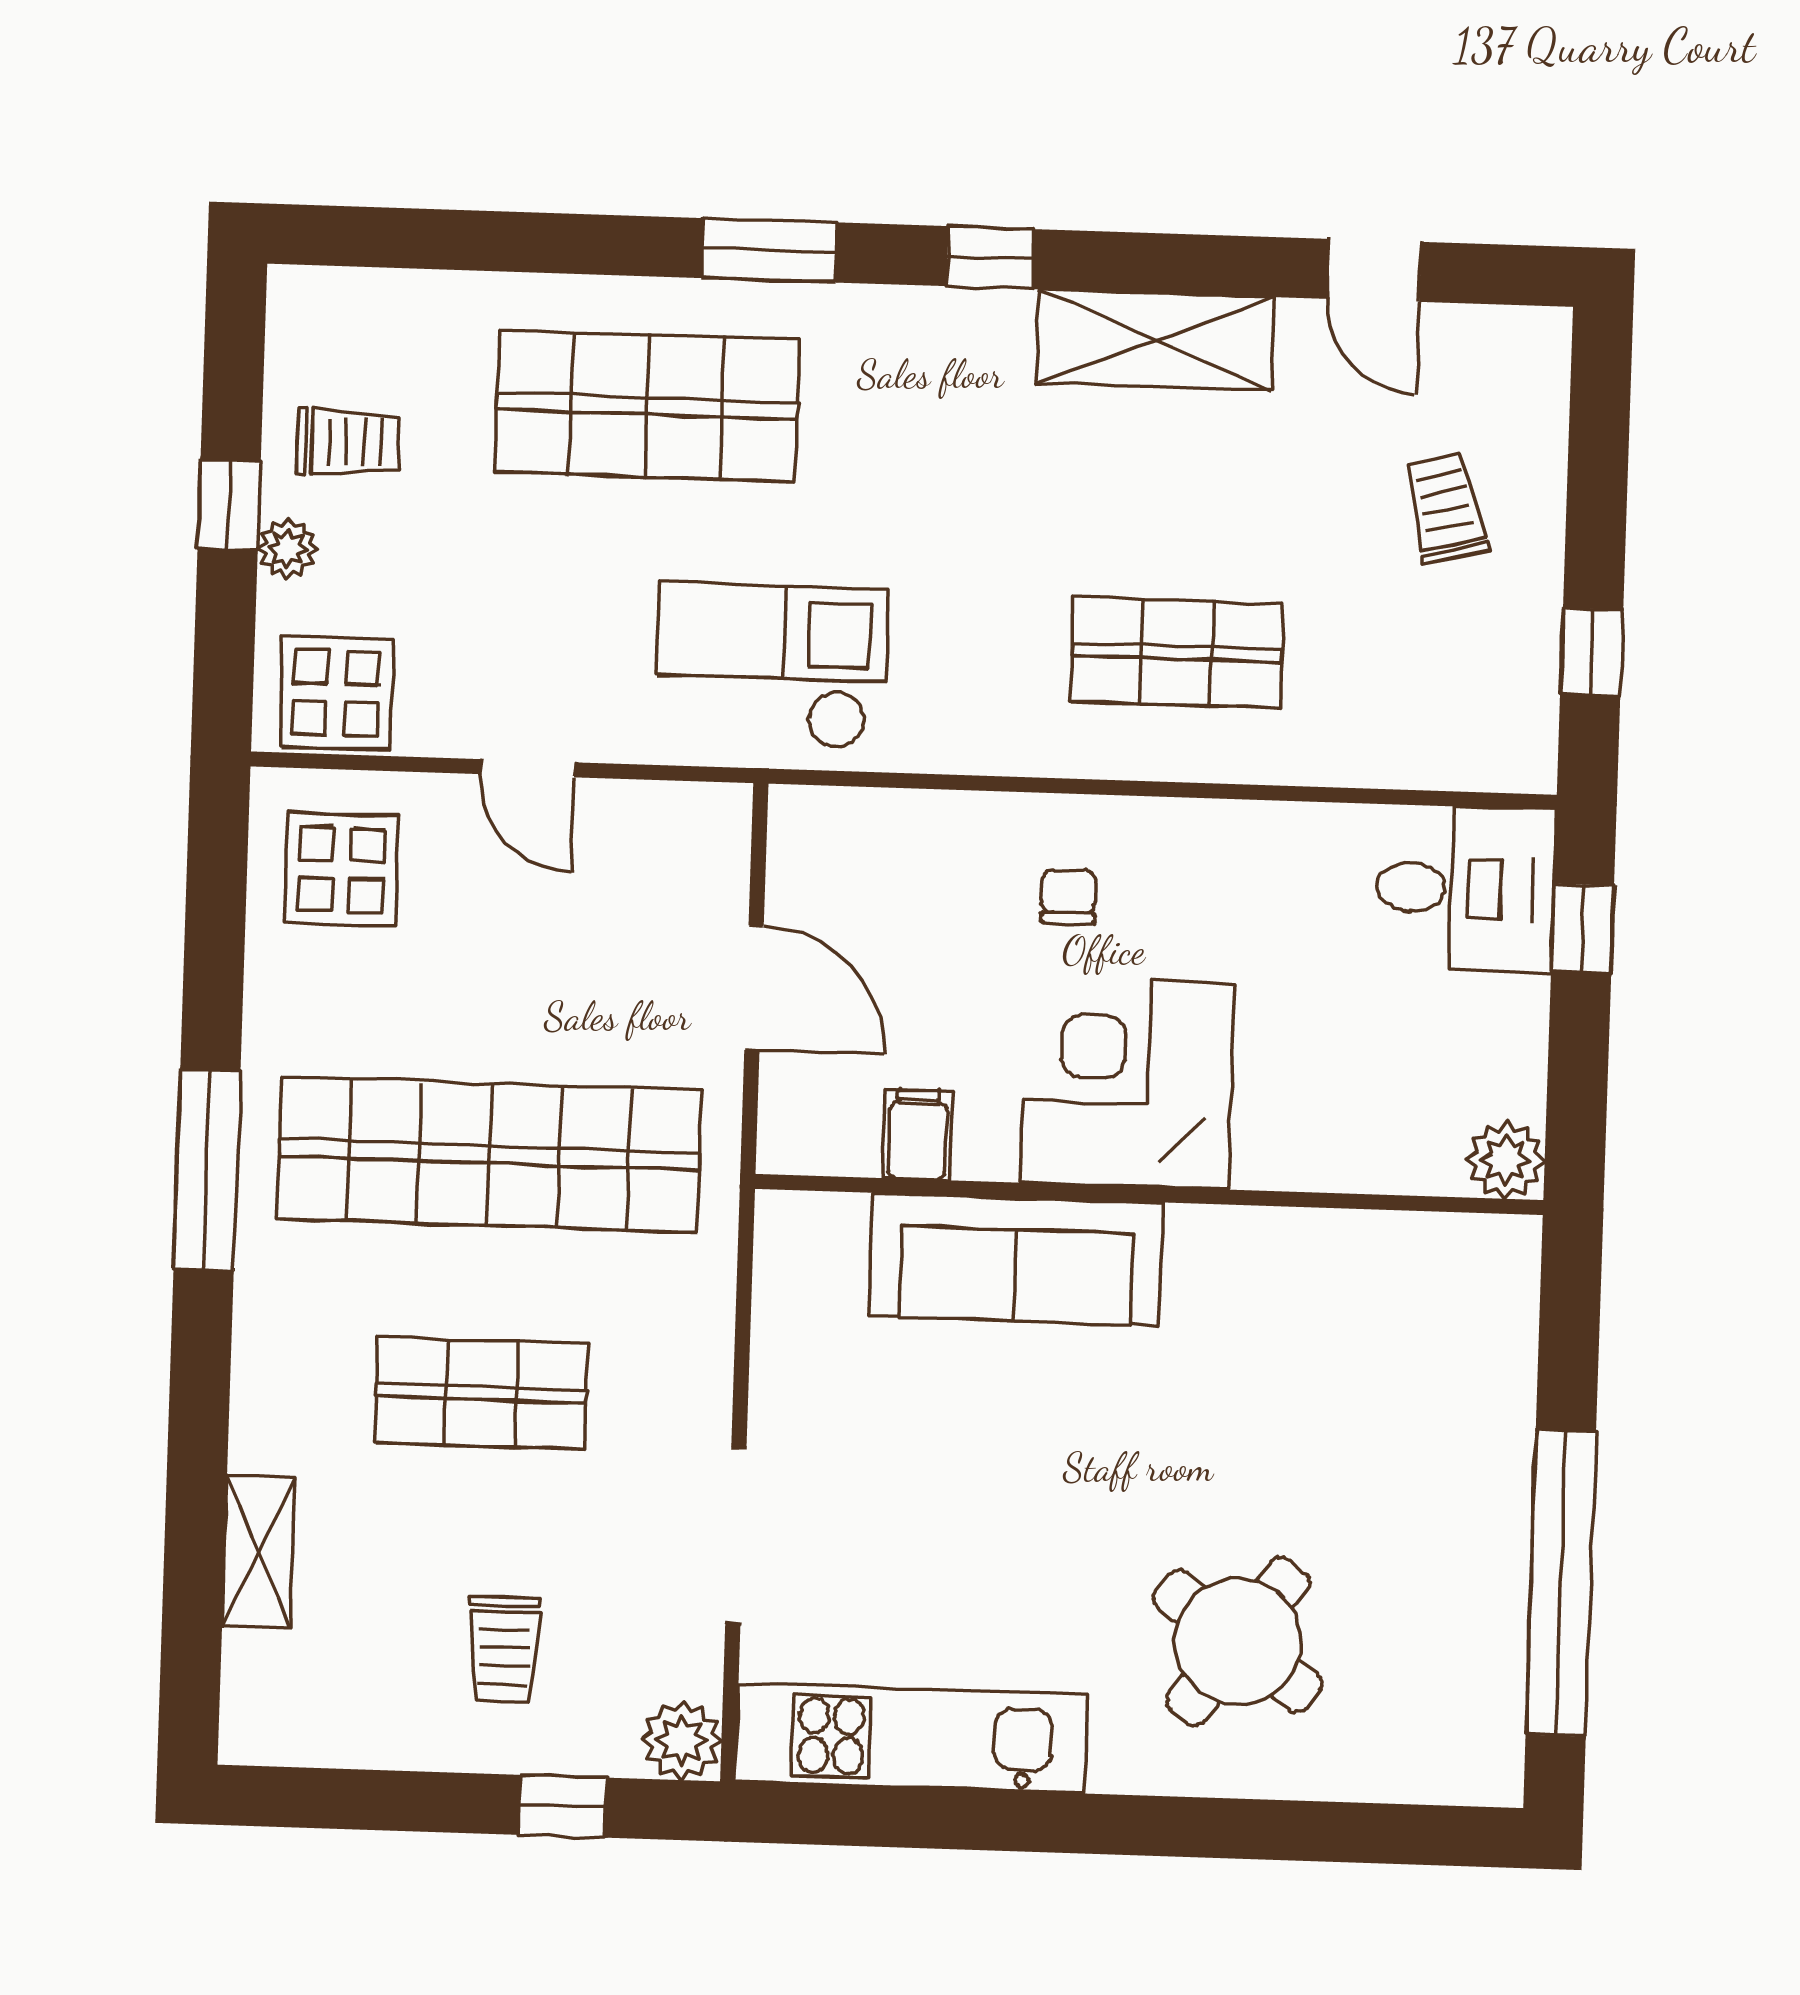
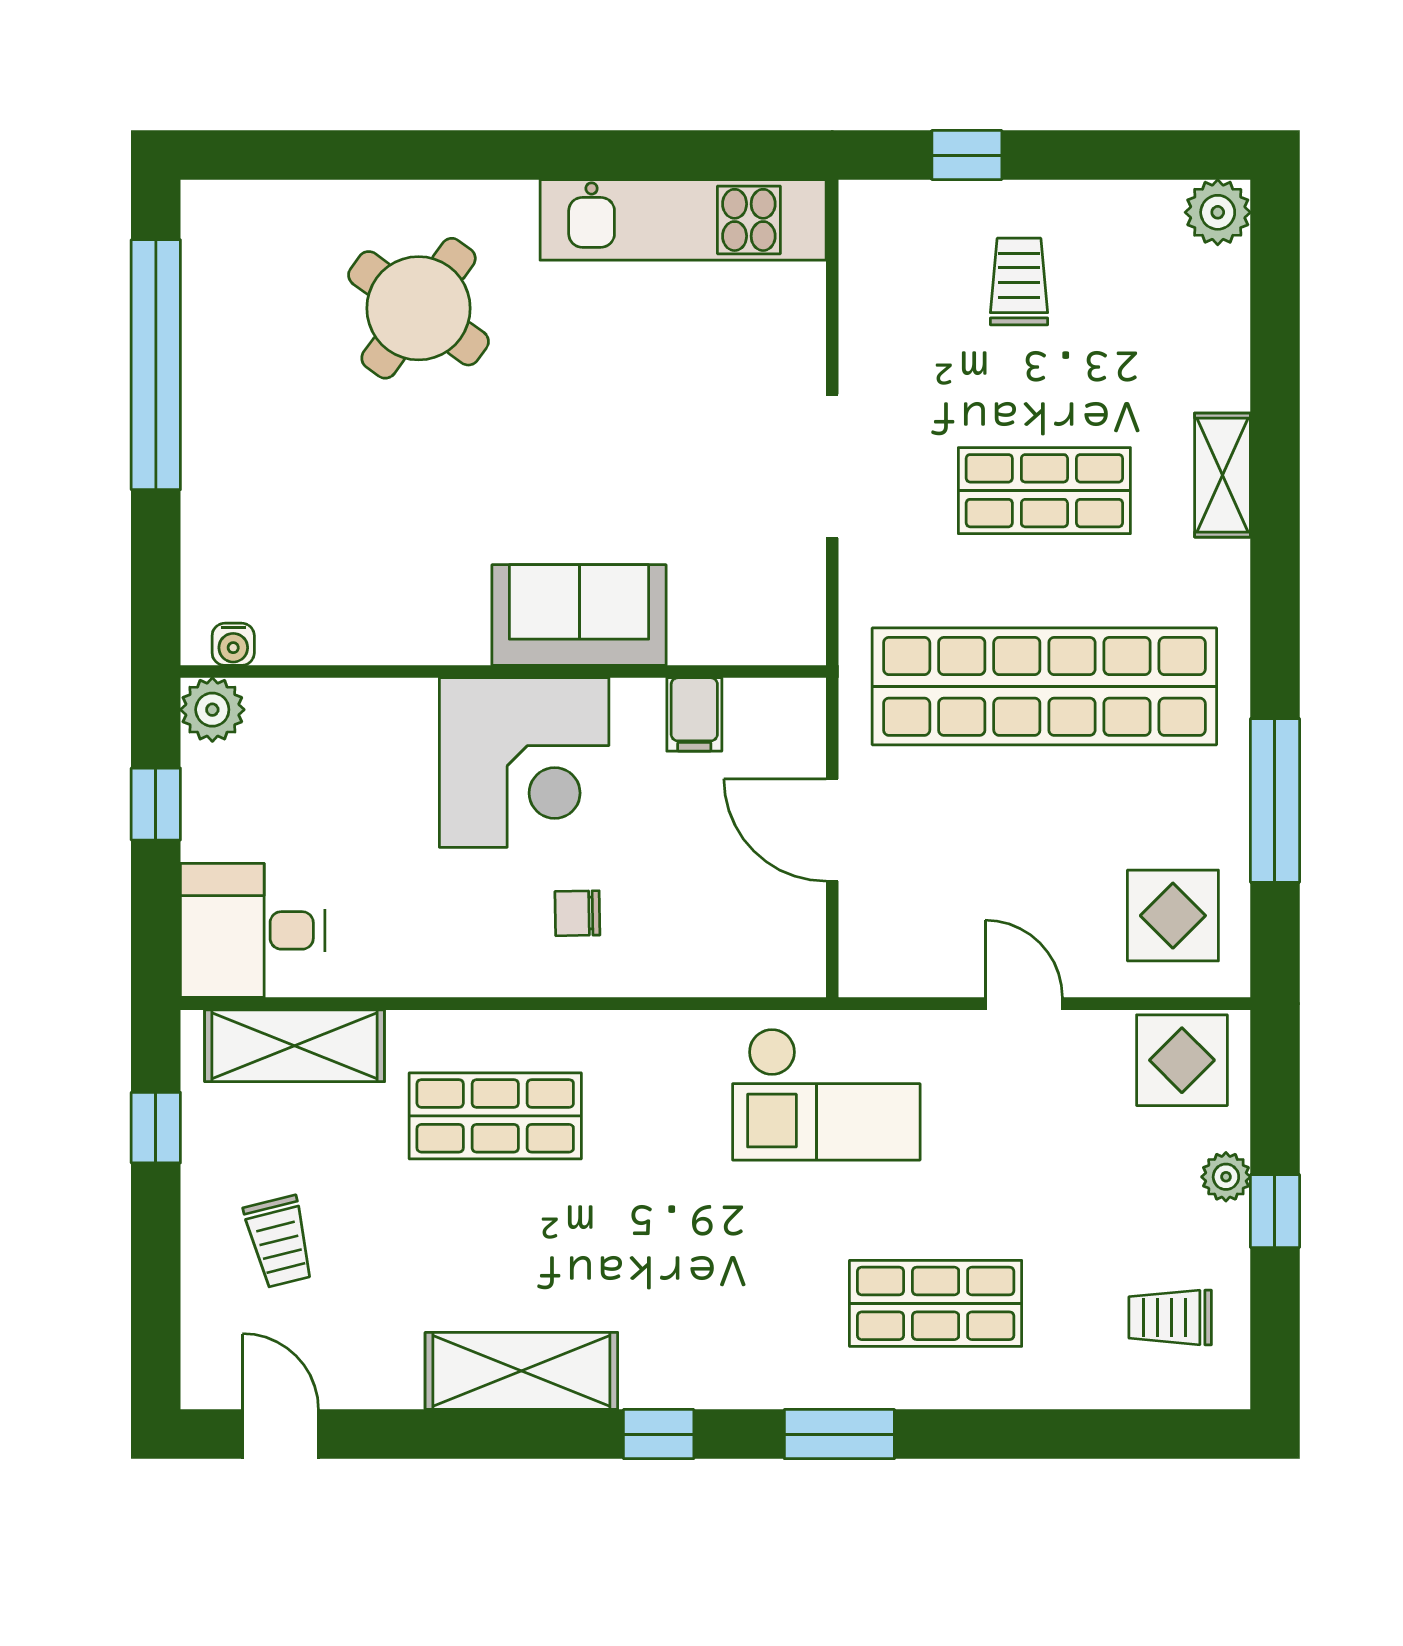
door: (1374, 270) -> (280, 1434), moved
shop shelf: (647, 406) -> (936, 1303), width x0.70, depth x0.74
trolley: (348, 442) -> (1170, 1317), moved
shelving: (1419, 746) -> (295, 1046), added
chair: (1068, 897) -> (577, 913), turned 89
window: (1582, 929) -> (156, 804), moved
window: (207, 1170) -> (1275, 800), moved
water cooler: (1478, 1239) -> (233, 644), added
sofa: (1016, 1259) -> (579, 615), width x0.73
doorway: (736, 1535) -> (832, 466), moved
shelving: (258, 1552) -> (1222, 475), moved
plant: (682, 1740) -> (1218, 212), moved

